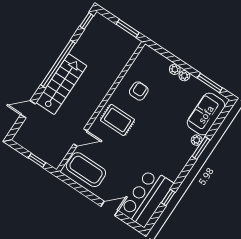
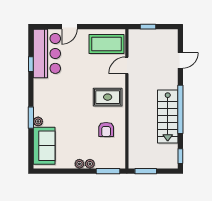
window: (210, 83) -> (108, 171), moved
stairs: (61, 84) -> (168, 117), moved

